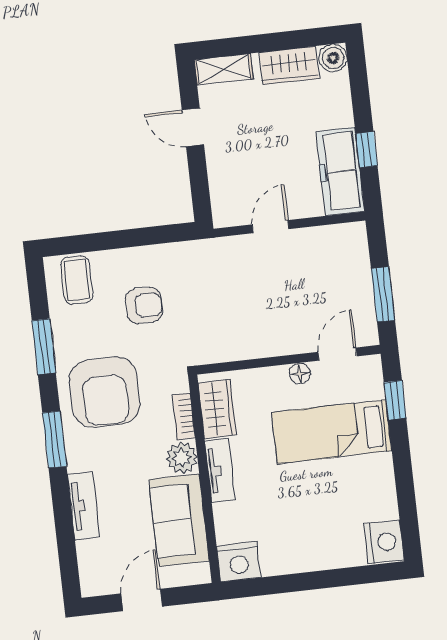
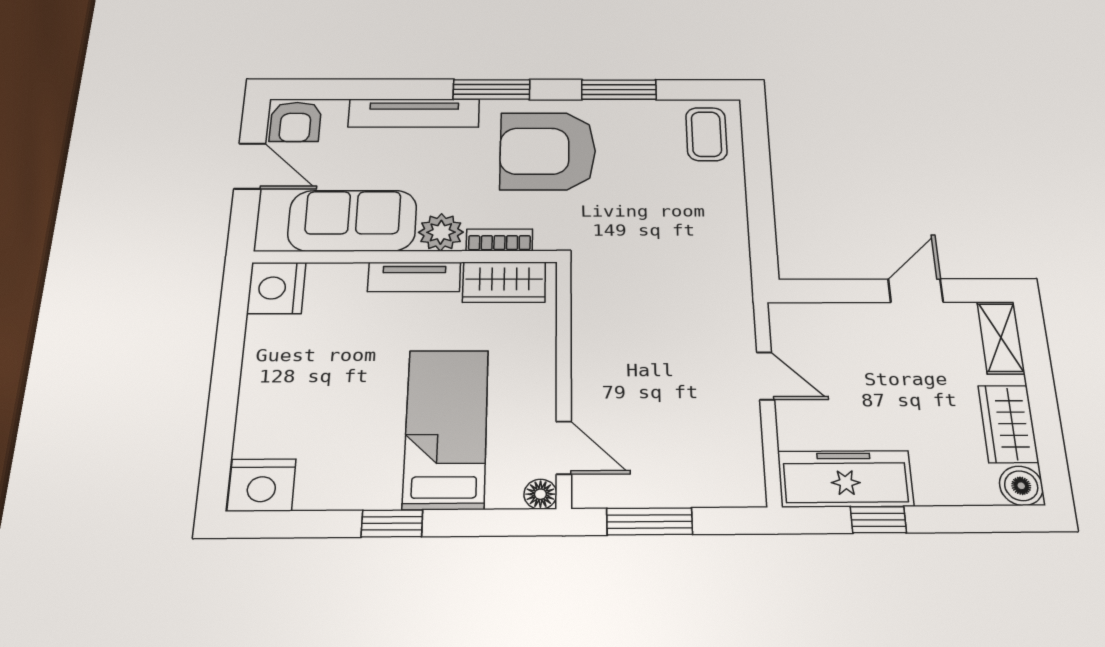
coffee table: (77, 280) -> (706, 134), turned 90
armchair: (144, 306) -> (295, 122), moved
floor lamp: (300, 373) -> (540, 494), moved
window: (395, 400) -> (392, 523), moved
tv unit: (84, 506) -> (414, 113), width x1.41

